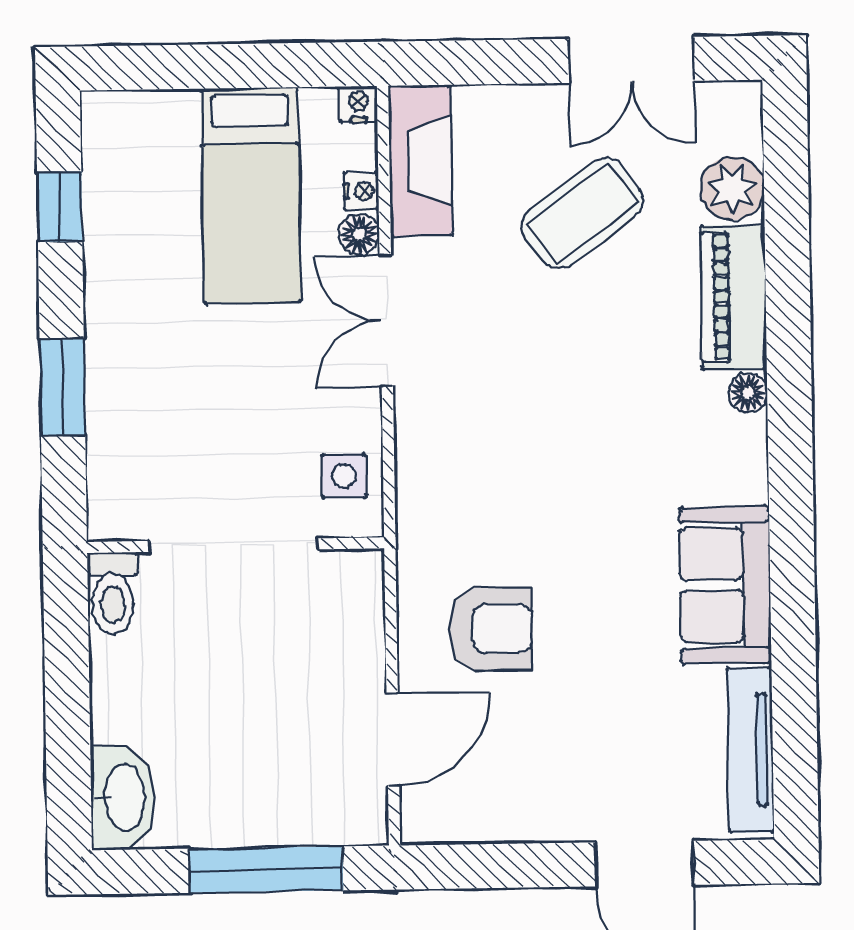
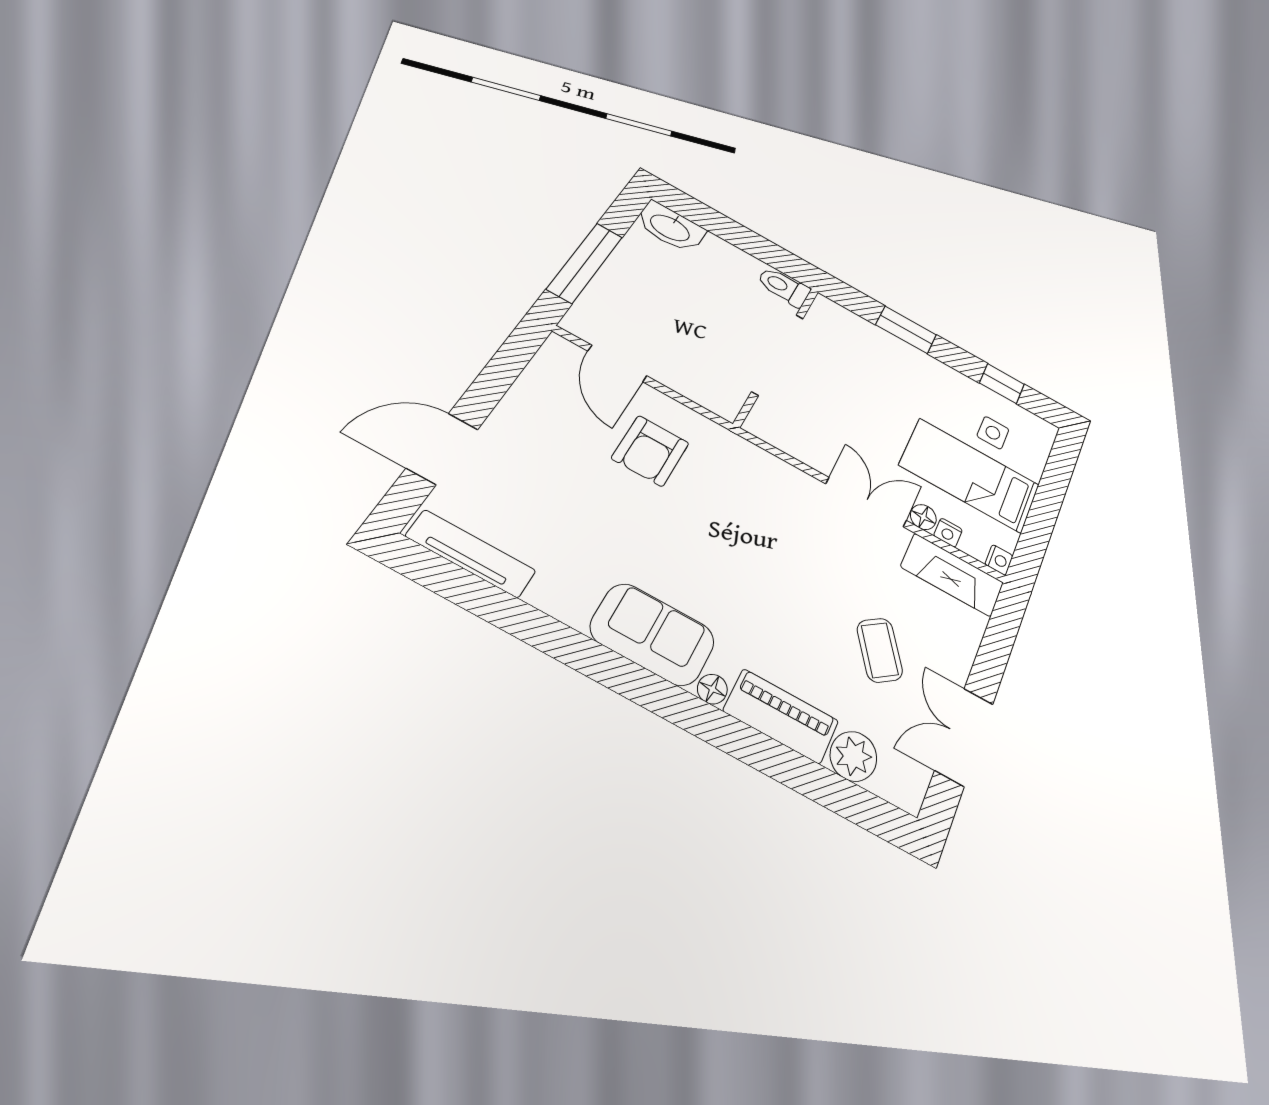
coffee table: (582, 213) -> (880, 650), width x0.73, depth x0.77
side table: (344, 476) -> (993, 433), moved
sofa: (725, 585) -> (653, 634), moved

